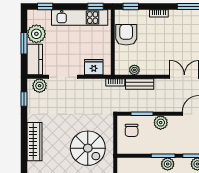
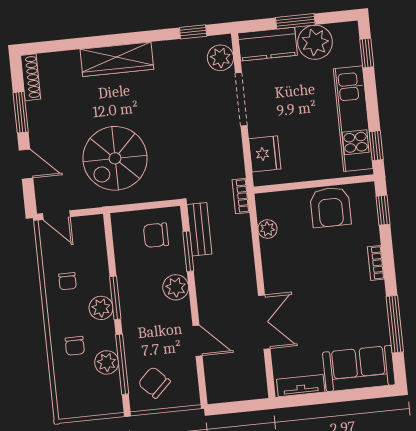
armchair: (126, 35) -> (330, 207), turned 90
bench: (140, 84) -> (199, 229), moved

